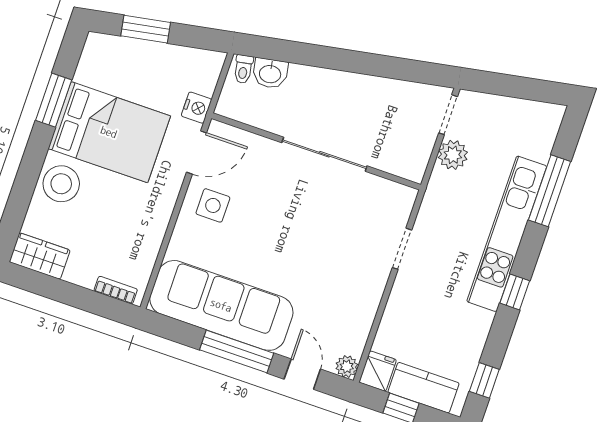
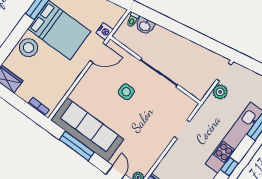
side table: (213, 205) -> (126, 92), moved
window: (237, 352) -> (77, 146), moved

